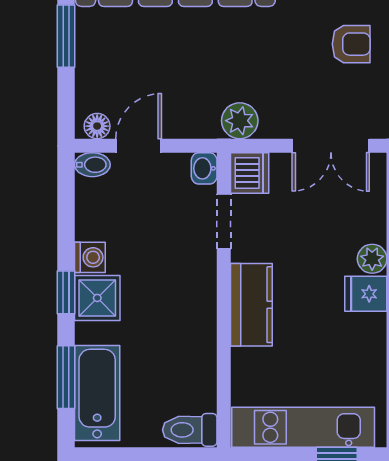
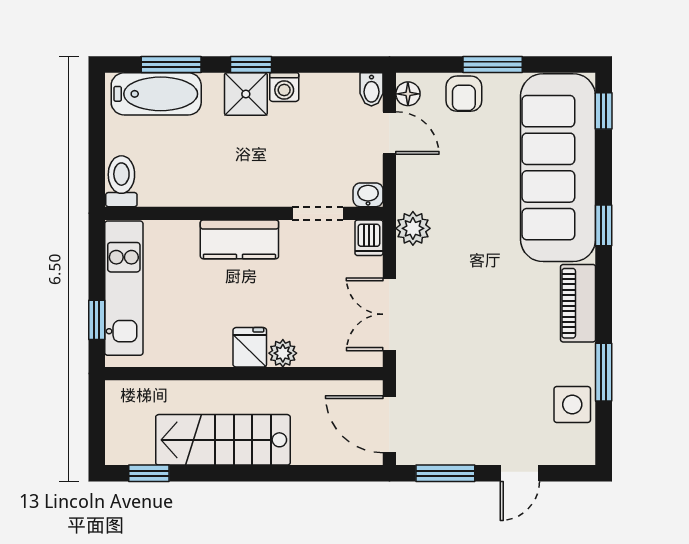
armchair: (351, 44) -> (464, 94), moved
dishwasher: (250, 173) -> (369, 238), width x0.73

